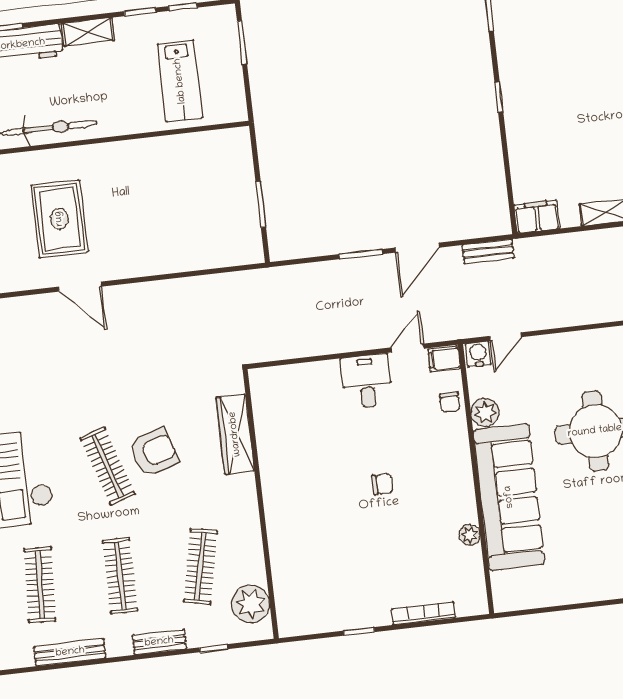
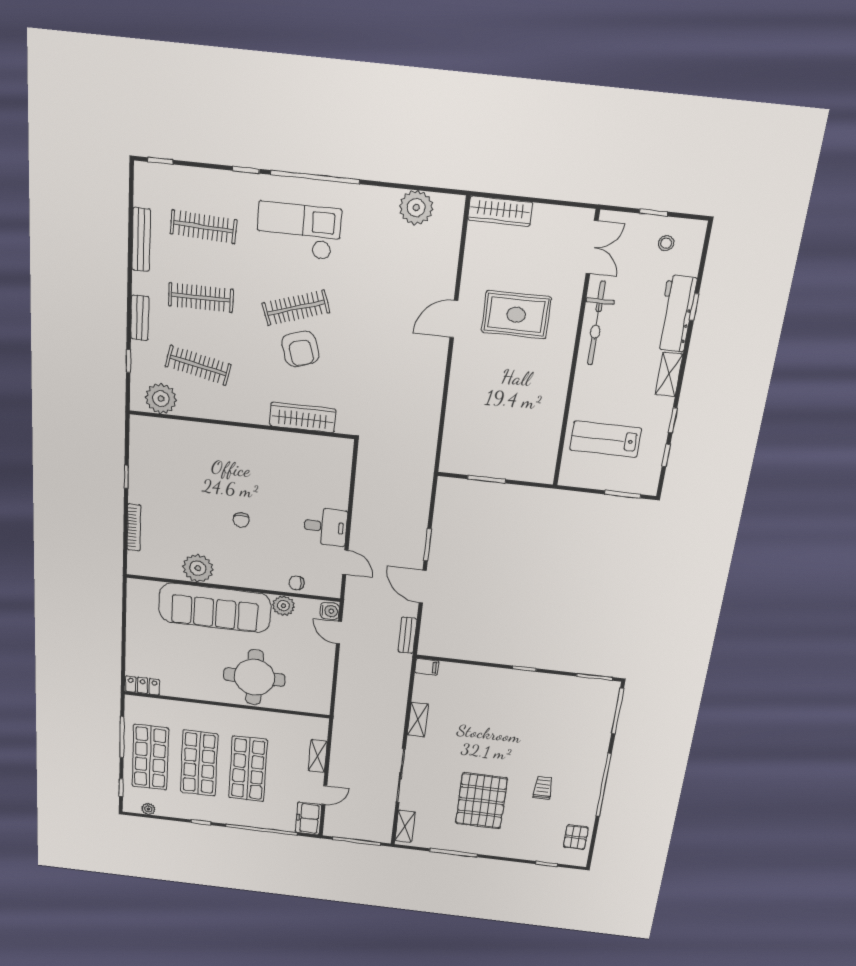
filing cabinet: (537, 217) -> (427, 667), width x0.50
filing cabinet: (444, 359) -> (331, 586), removed
plant: (470, 535) -> (198, 568), width x1.88, depth x1.88

